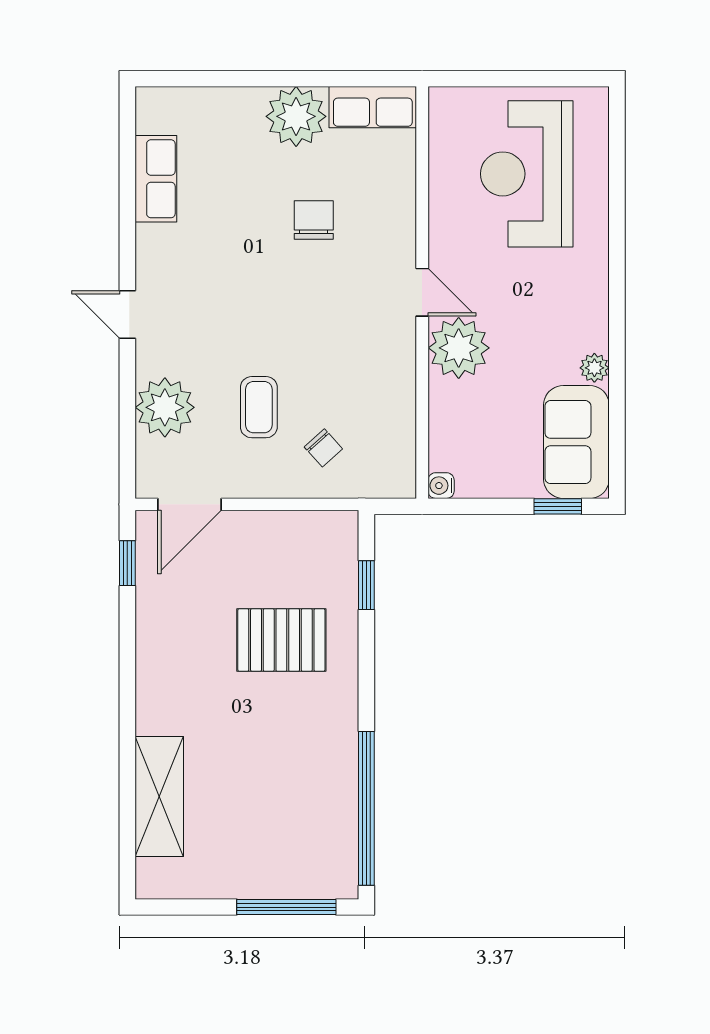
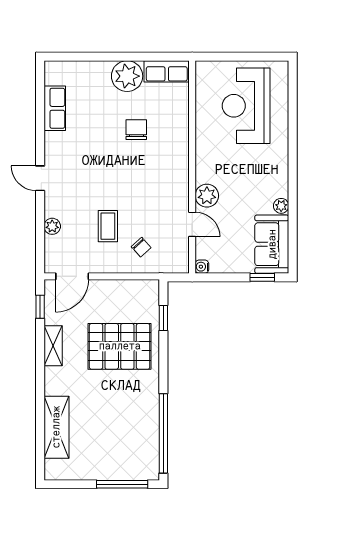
door: (422, 292) -> (192, 224), moved
plant: (459, 348) -> (207, 196), width x0.73, depth x0.73
plant: (165, 407) -> (52, 226), width x0.53, depth x0.53
shelving: (153, 639) -> (53, 346), added
pallet: (281, 640) -> (120, 346), width x1.37, depth x1.41

